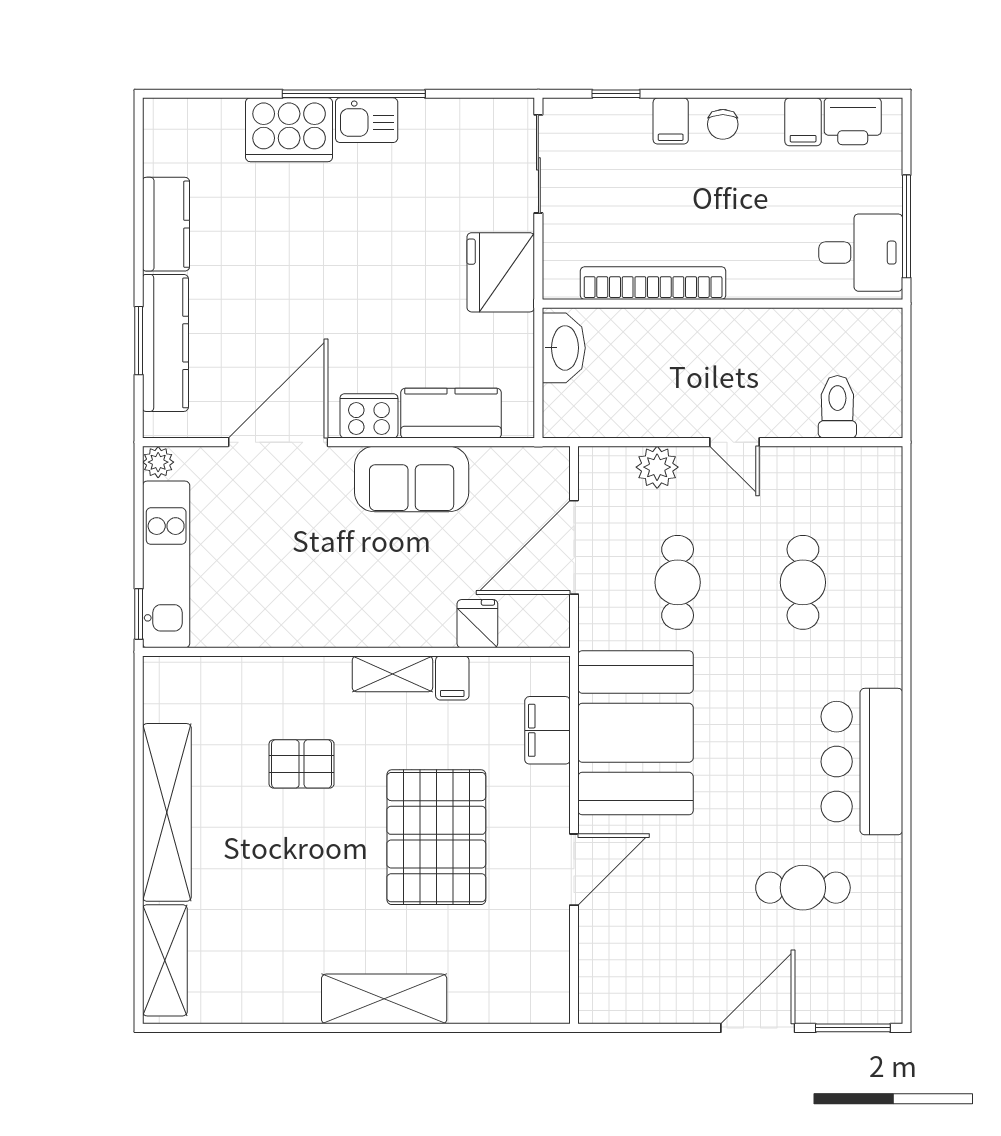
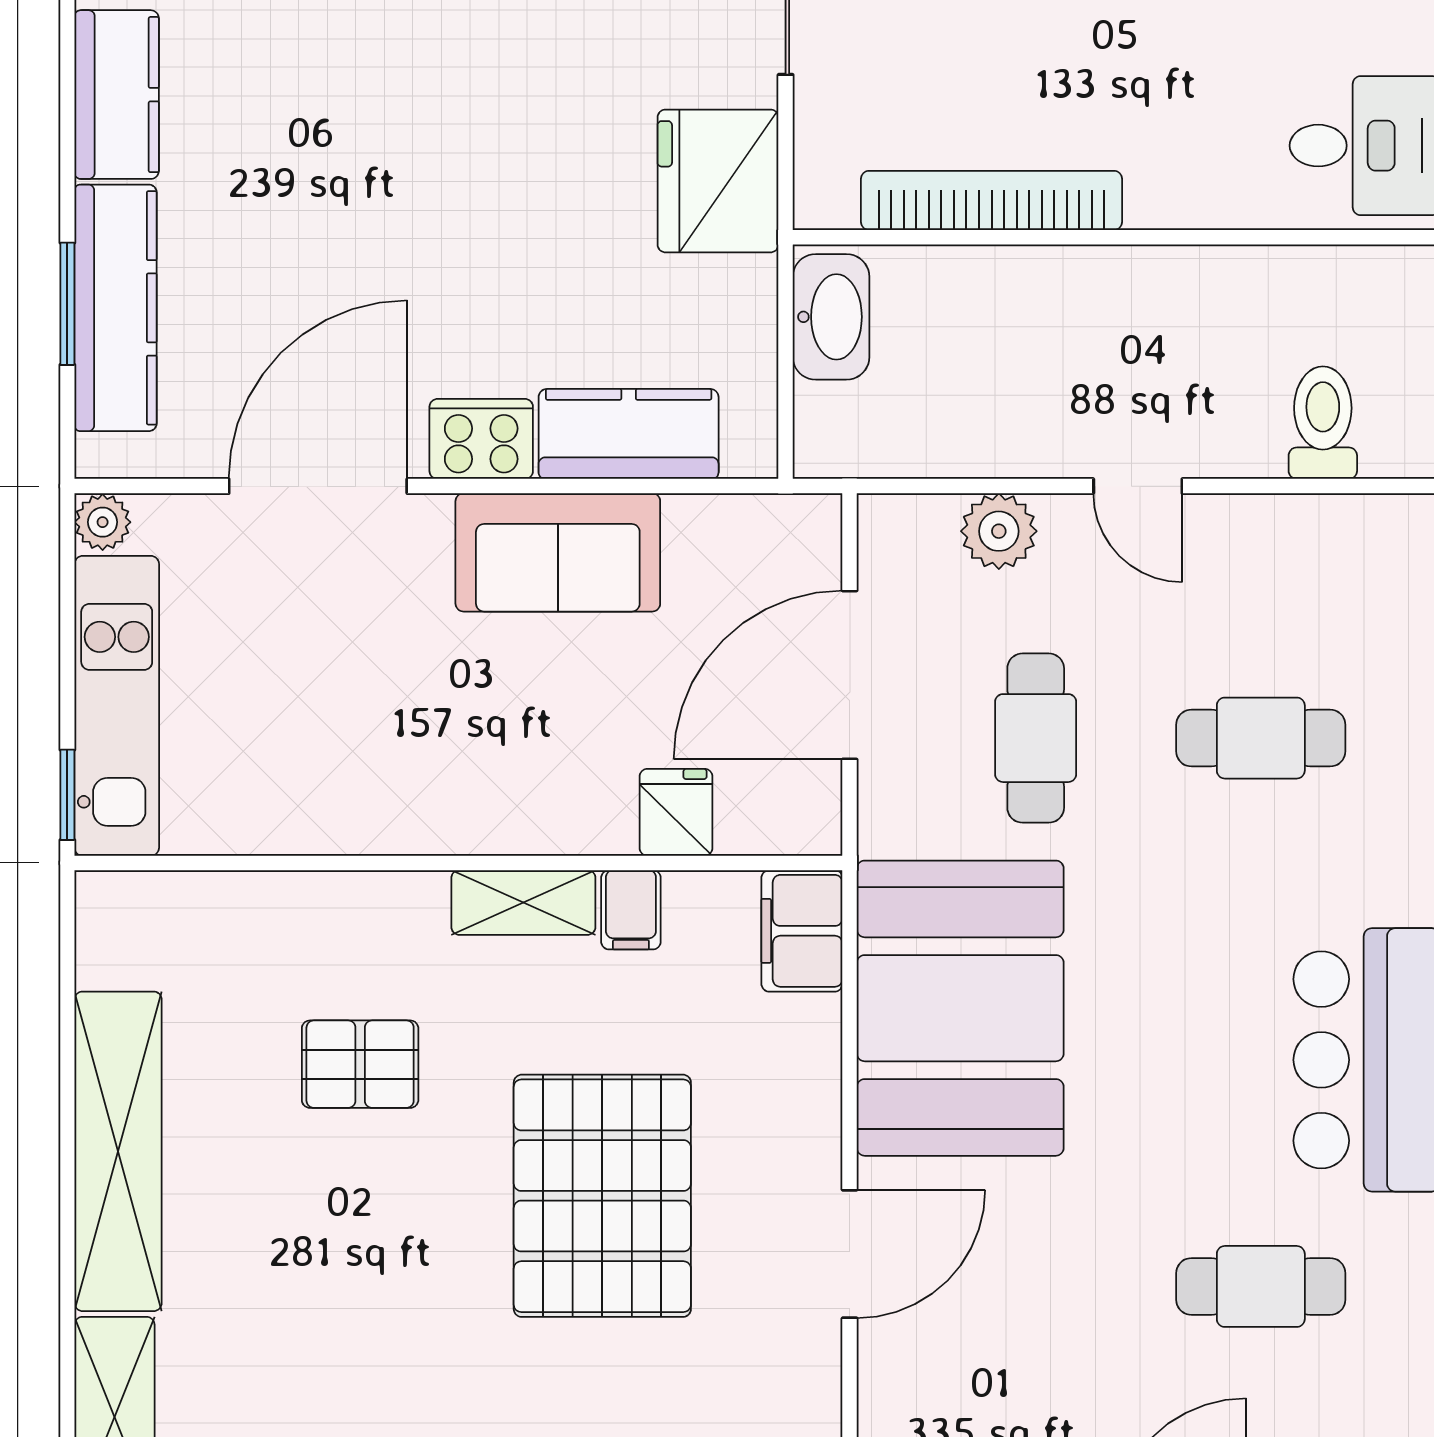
cafe table: (803, 582) -> (1261, 738), turned 90
filing cabinet: (547, 730) -> (802, 931), moved

